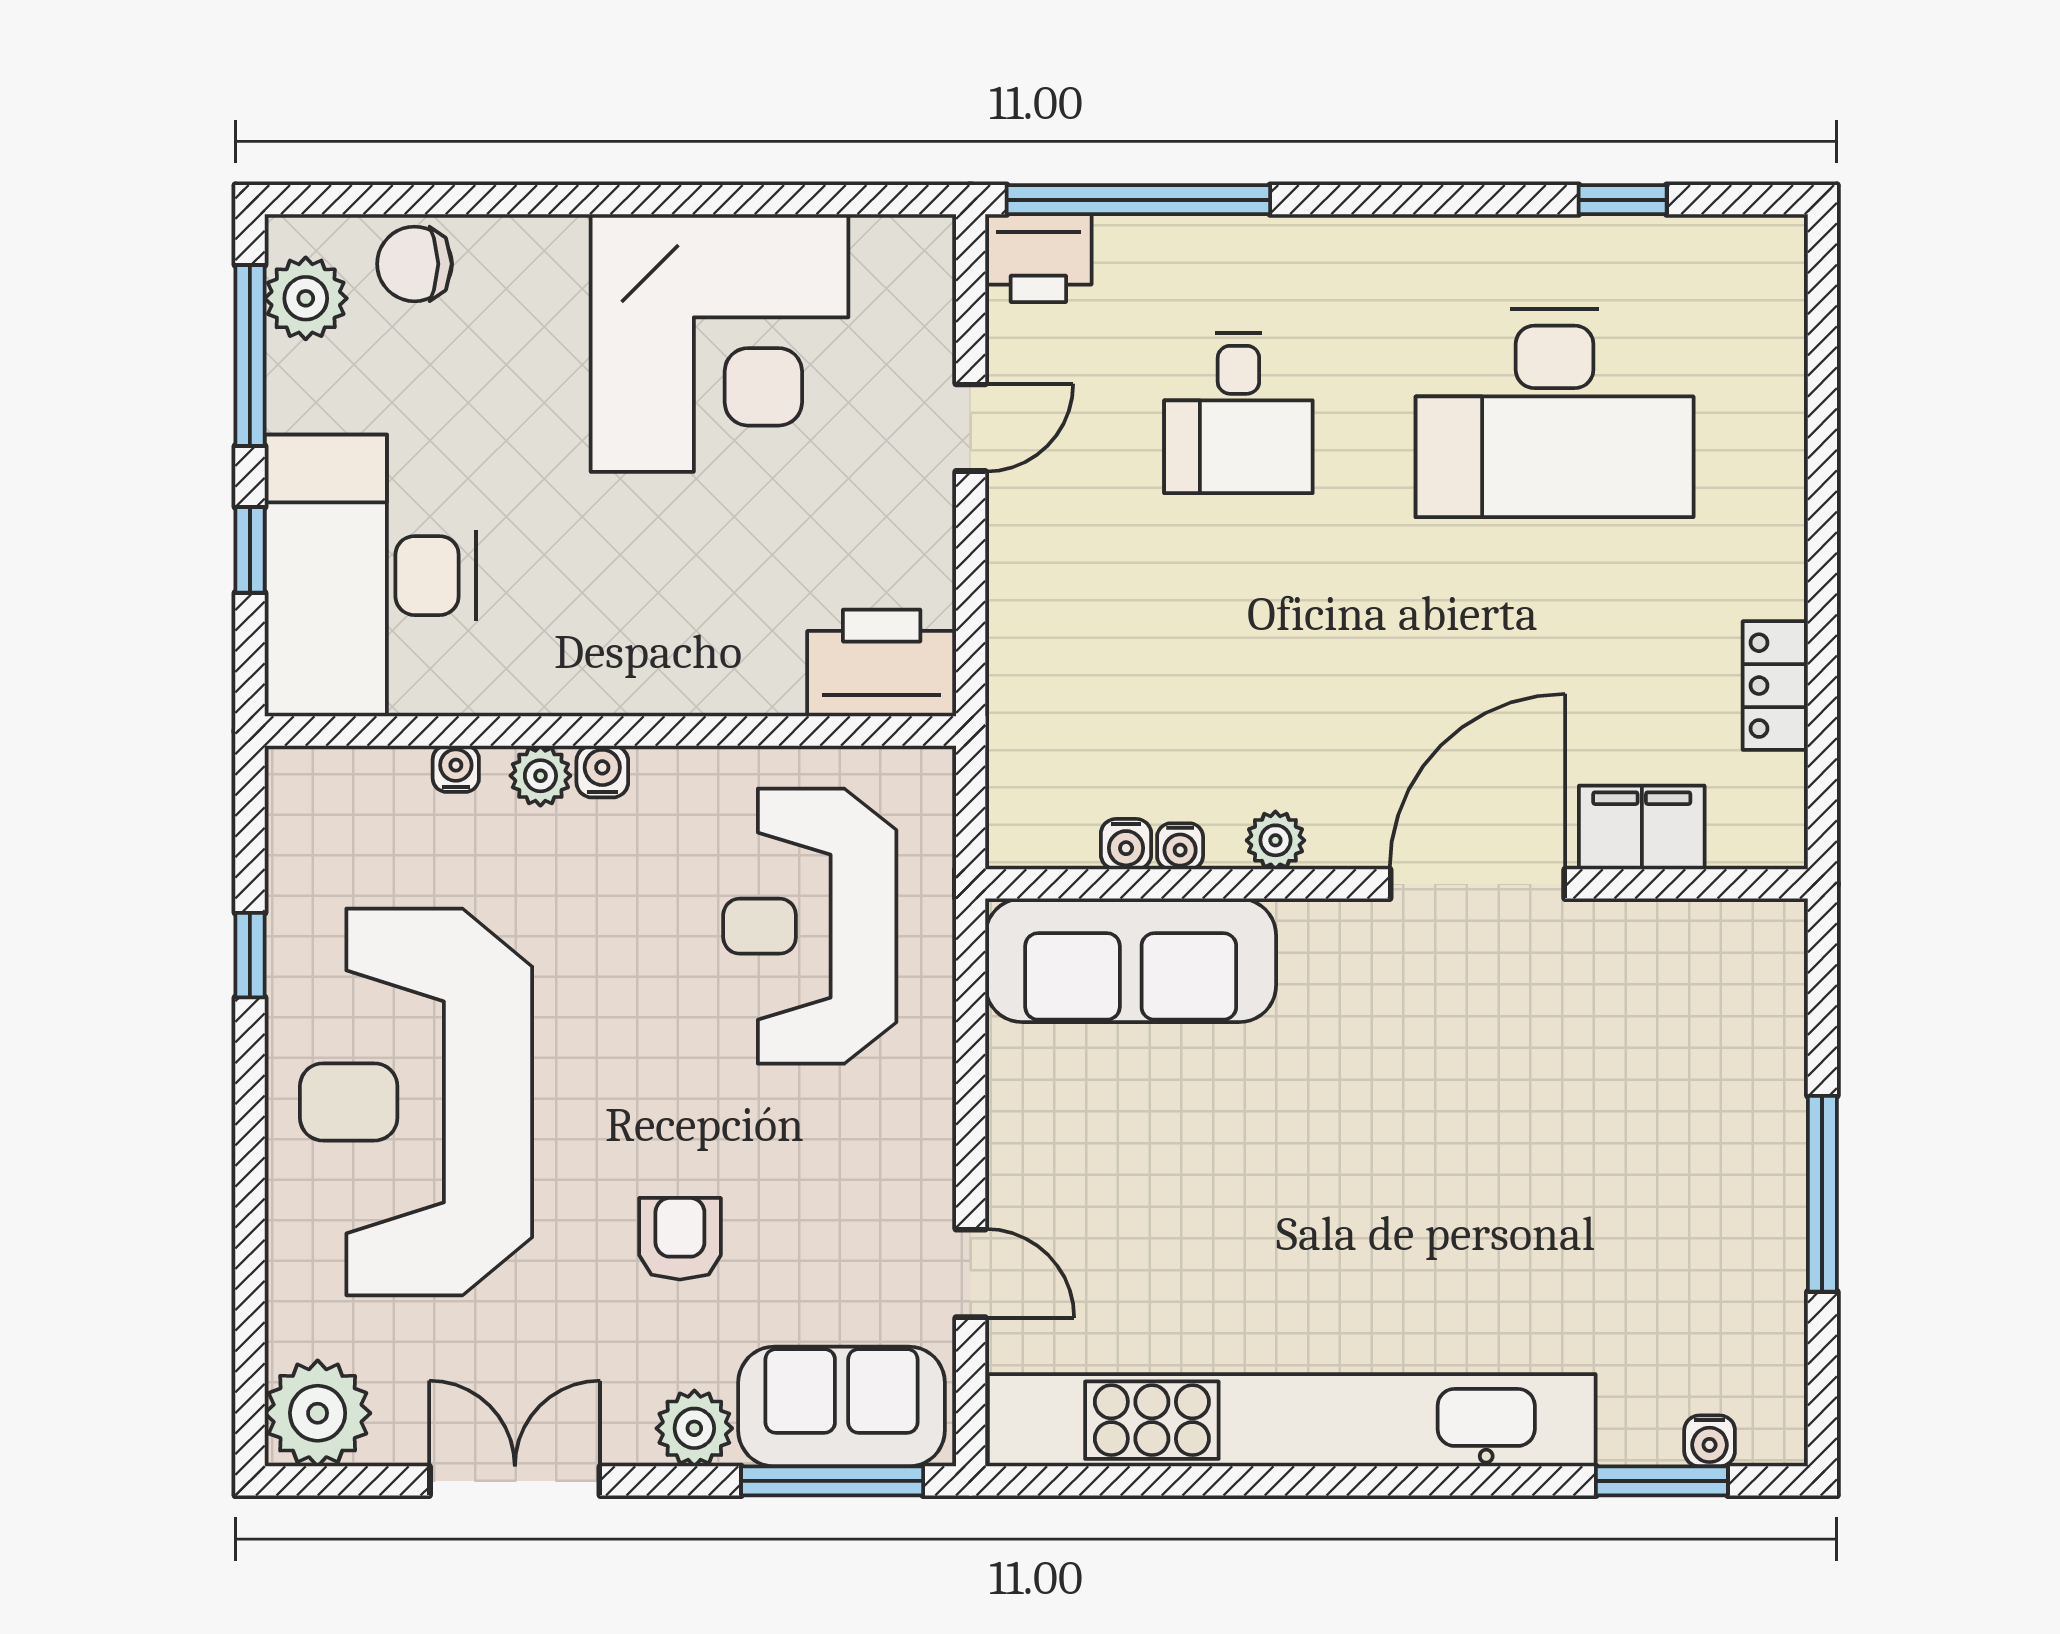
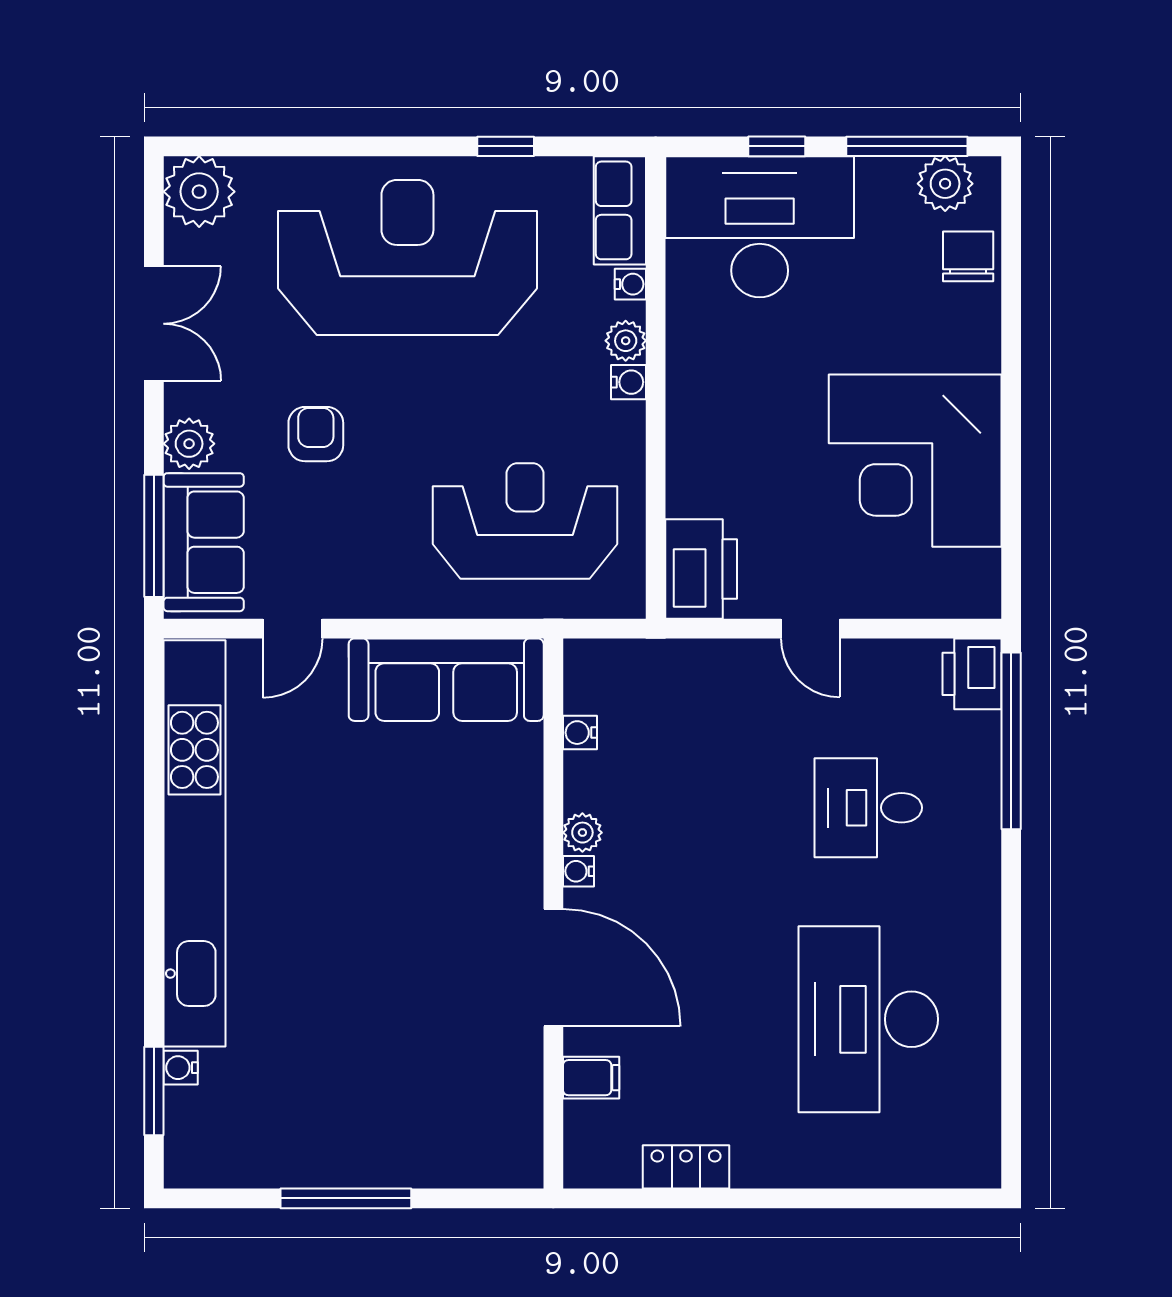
window: (1623, 200) -> (1011, 1065), removed
door: (971, 428) -> (810, 629), moved
row of seats: (346, 784) -> (620, 210), added
filing cabinet: (1642, 827) -> (591, 1078), width x0.50
water cooler: (1180, 846) -> (578, 871), moved
sofa: (1131, 960) -> (446, 680), moved, turned -90
armchair: (680, 1239) -> (316, 434), turned -90
water cooler: (1710, 1441) -> (181, 1068), moved

